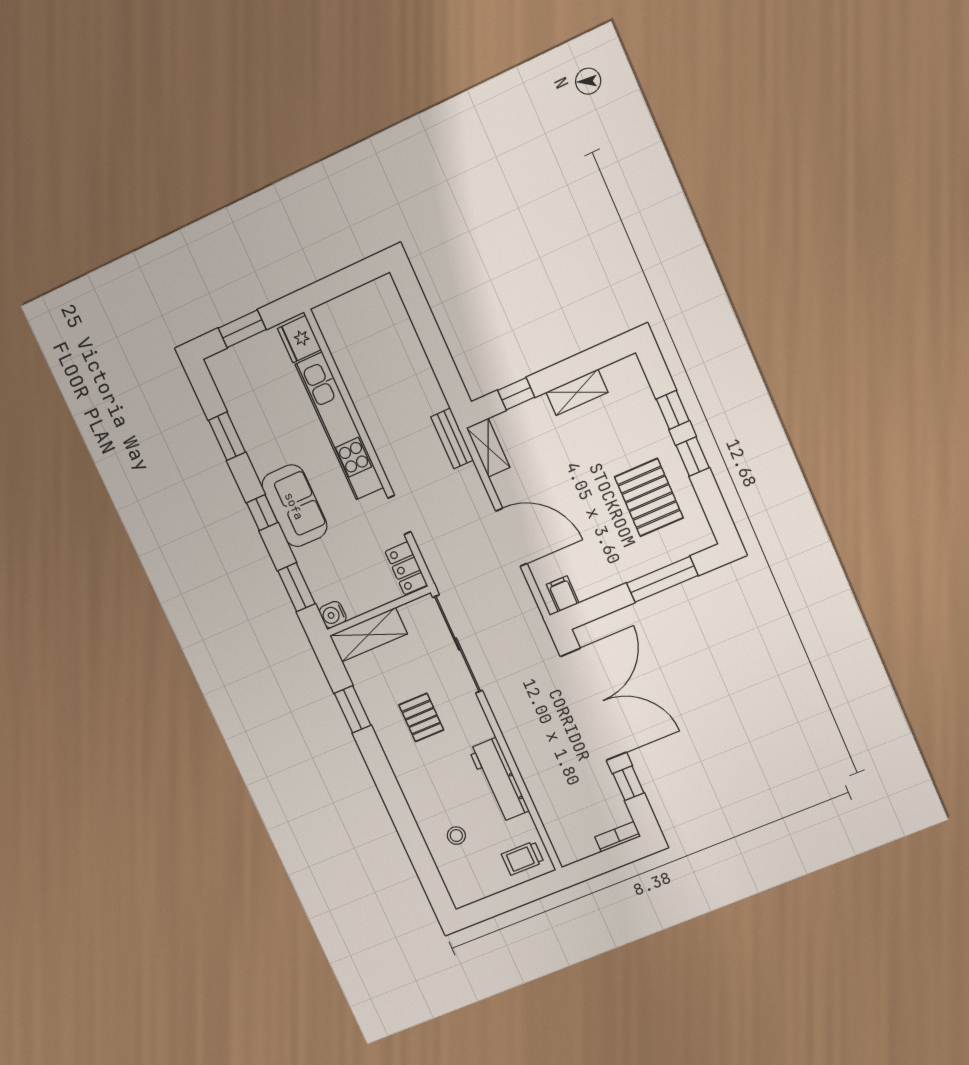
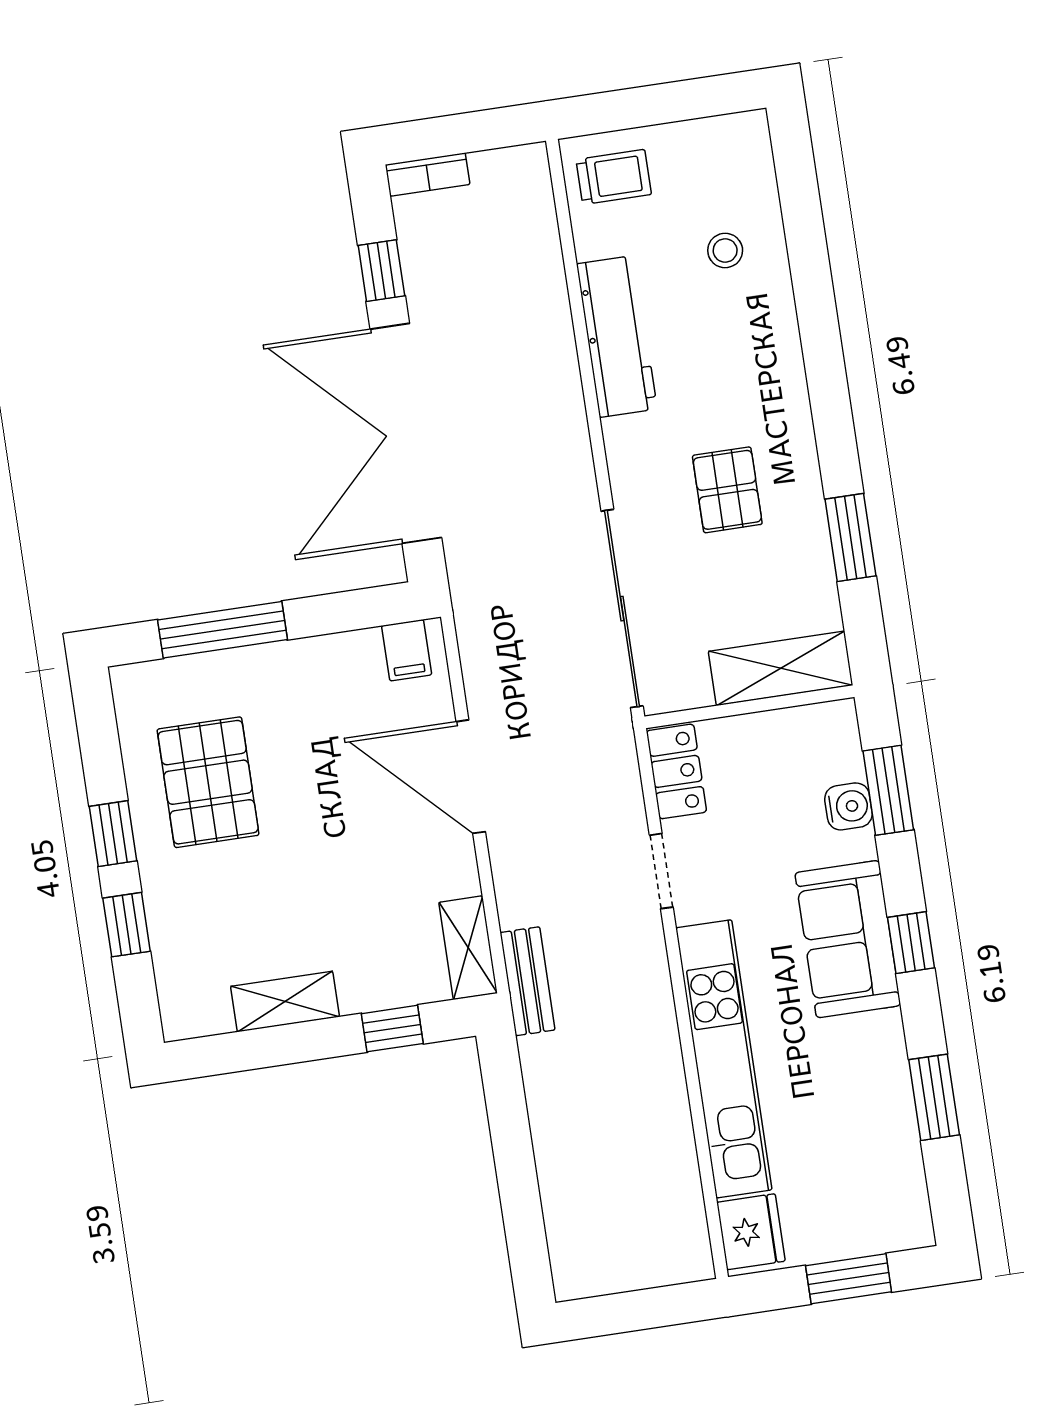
water cooler: (333, 615) -> (848, 806), moved

